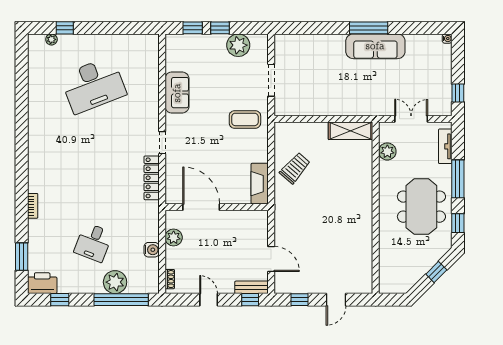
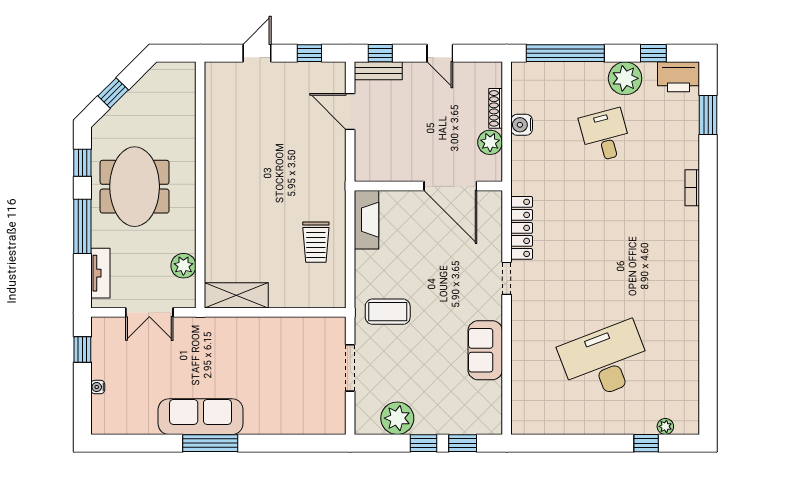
water cooler: (447, 39) -> (98, 387), moved
trolley: (295, 168) -> (316, 242), turned -41
desk: (93, 242) -> (605, 135), turned -36
shoe rack: (170, 279) -> (496, 108), moved, width x1.43
plant: (115, 282) -> (625, 78), moved

